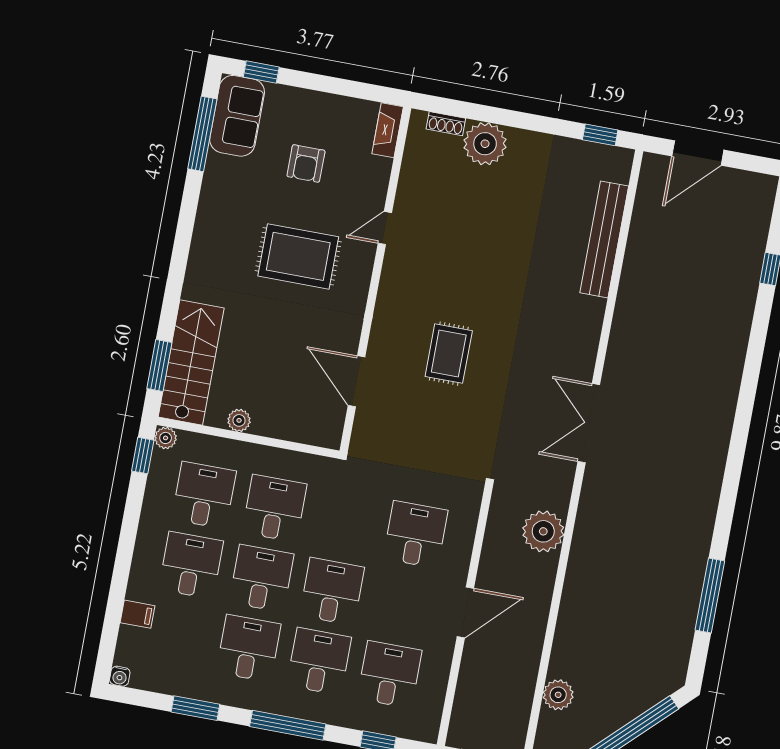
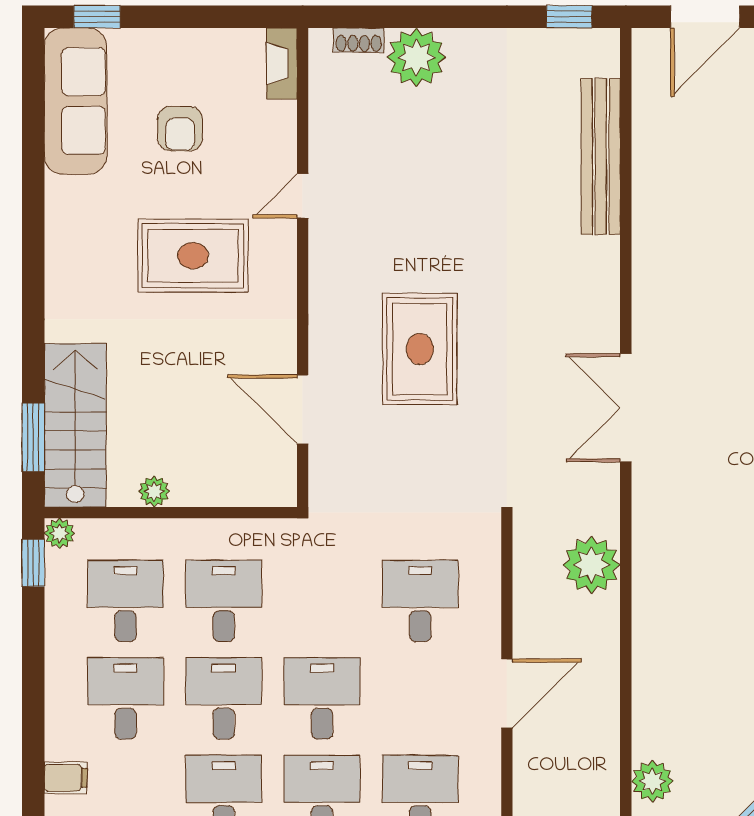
sofa: (237, 116) -> (75, 101), width x1.36
window: (202, 134) -> (33, 115), removed
rug: (449, 354) -> (420, 349), width x1.36, depth x1.43

